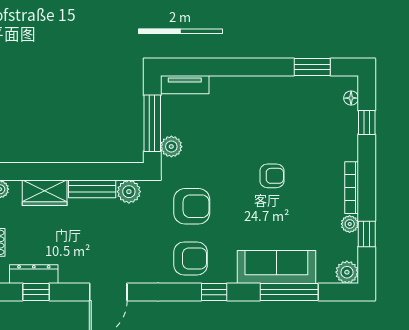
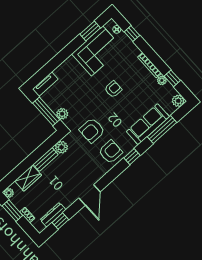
corner sofa: (297, 103) -> (97, 51), added
armchair: (192, 206) -> (92, 130), turned 180

